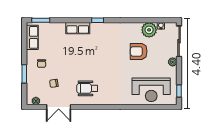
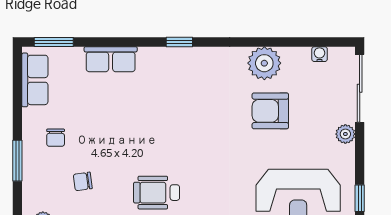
row of seats: (78, 28) -> (111, 59), moved
plant: (149, 30) -> (264, 63), moved

